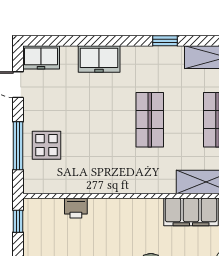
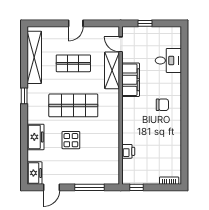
shop shelf: (150, 120) -> (73, 105), width x1.43, depth x1.36
display table: (46, 145) -> (71, 140), moved

